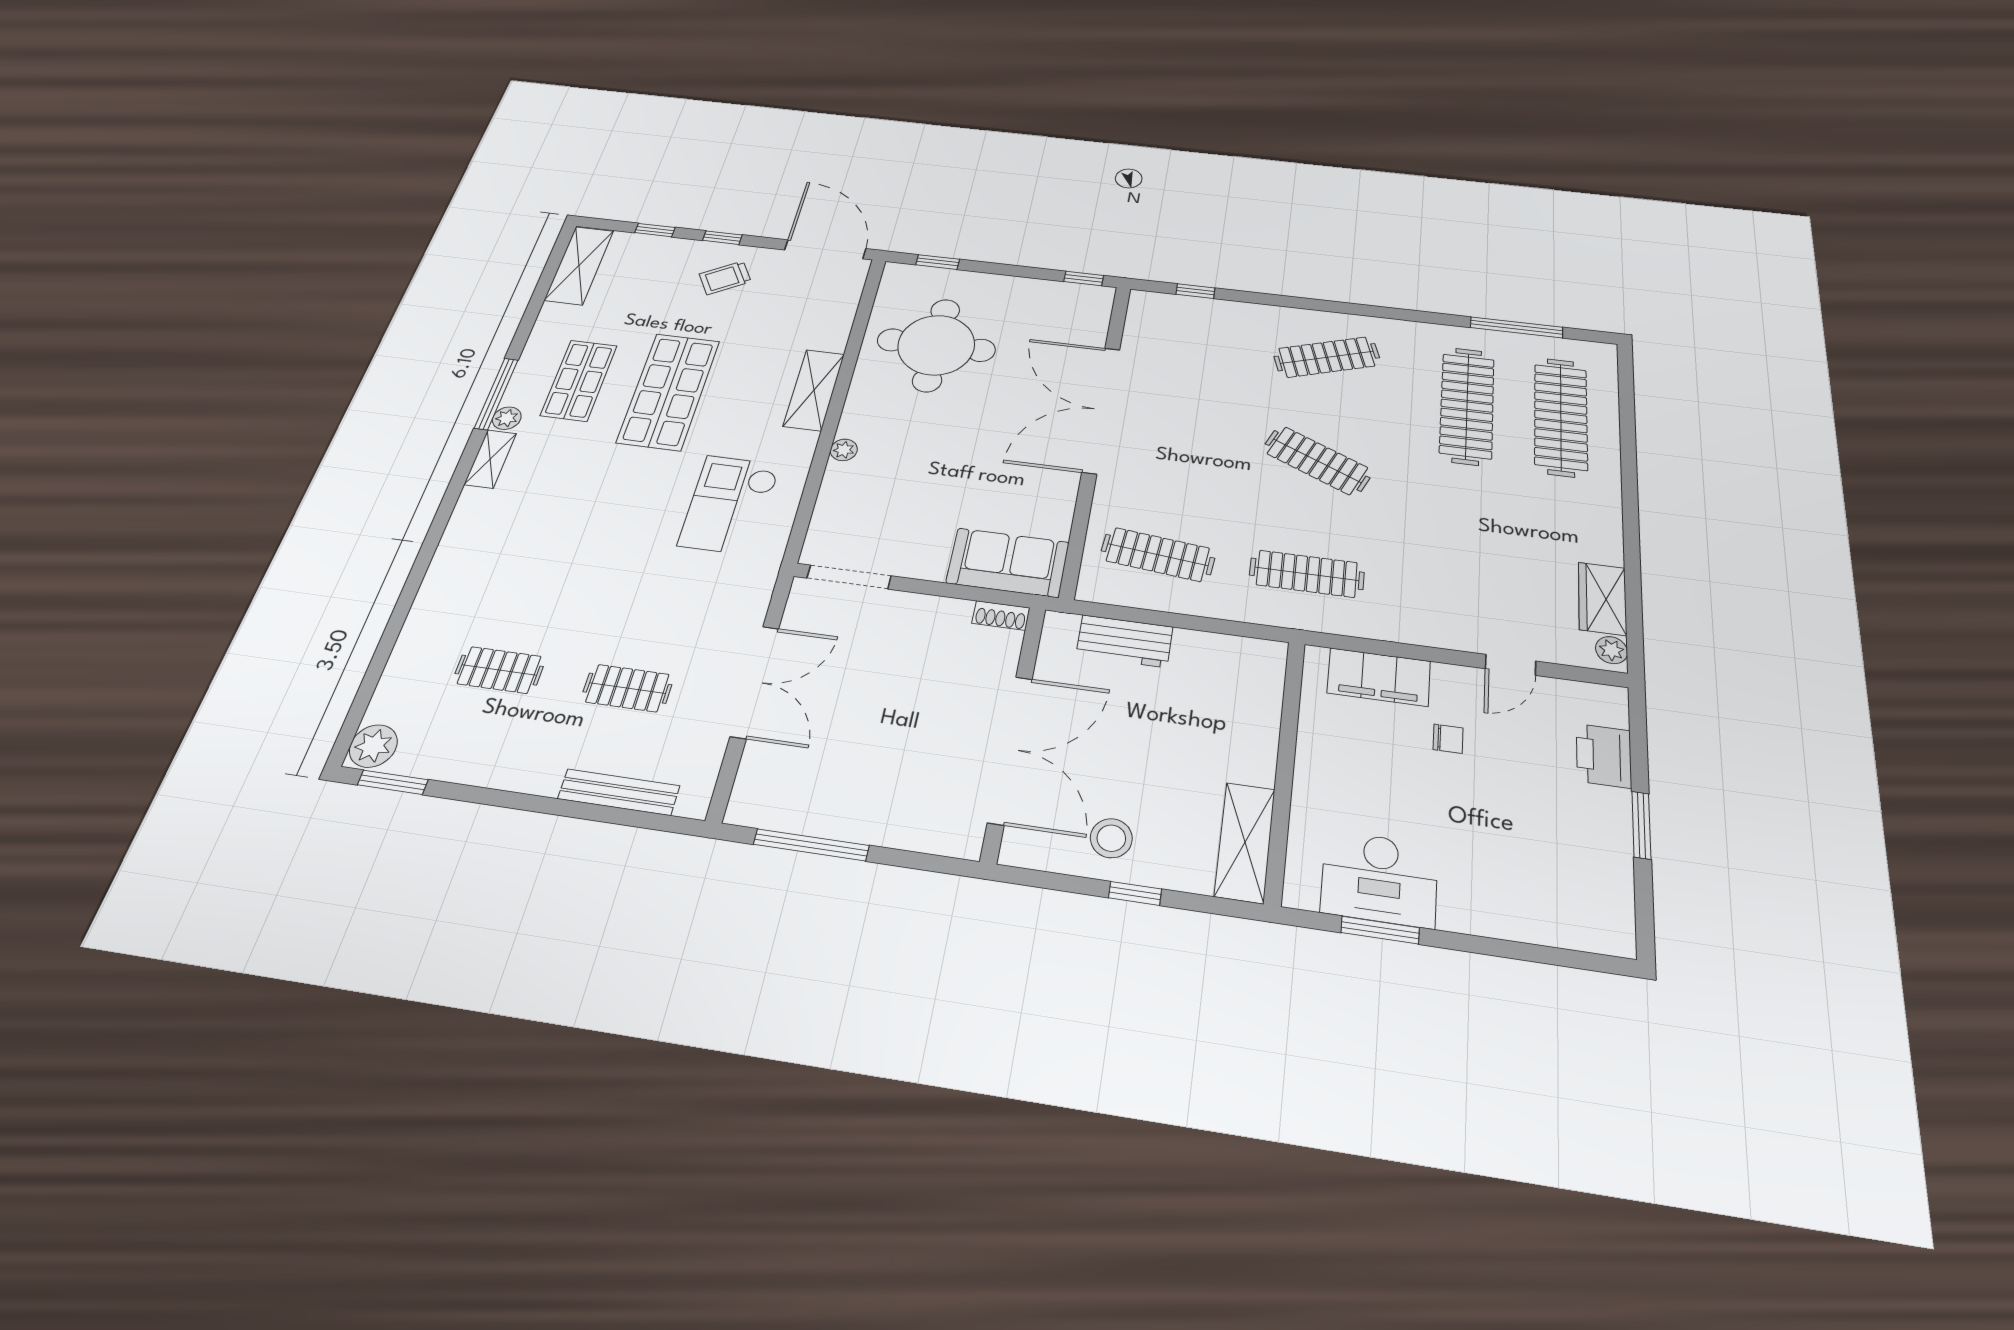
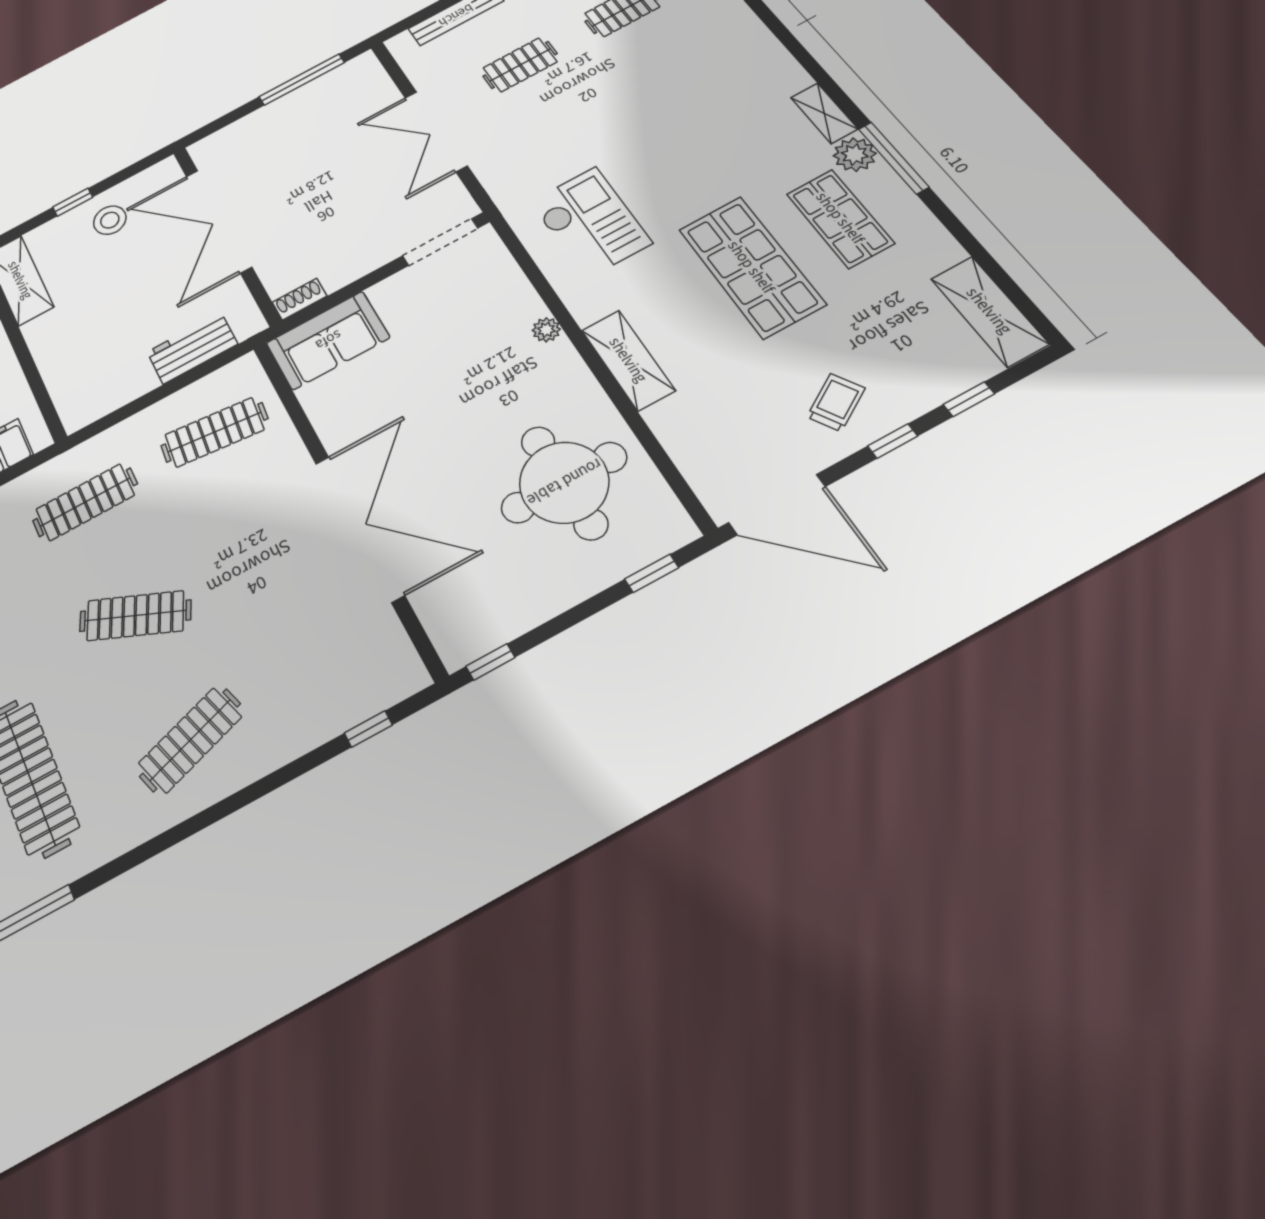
plant: (507, 418) -> (855, 155), width x1.38, depth x1.38

